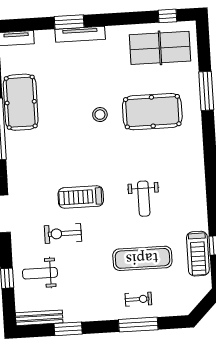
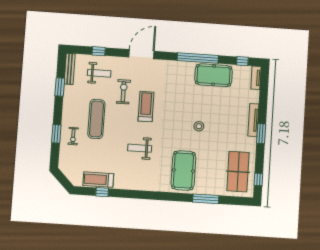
window: (69, 22) -> (261, 134), moved
pool table: (152, 112) -> (183, 170), moved
exercise mat: (142, 258) -> (96, 119), moved
weight bench: (40, 273) -> (99, 73), turned 90
window: (138, 325) -> (56, 134), width x0.69

